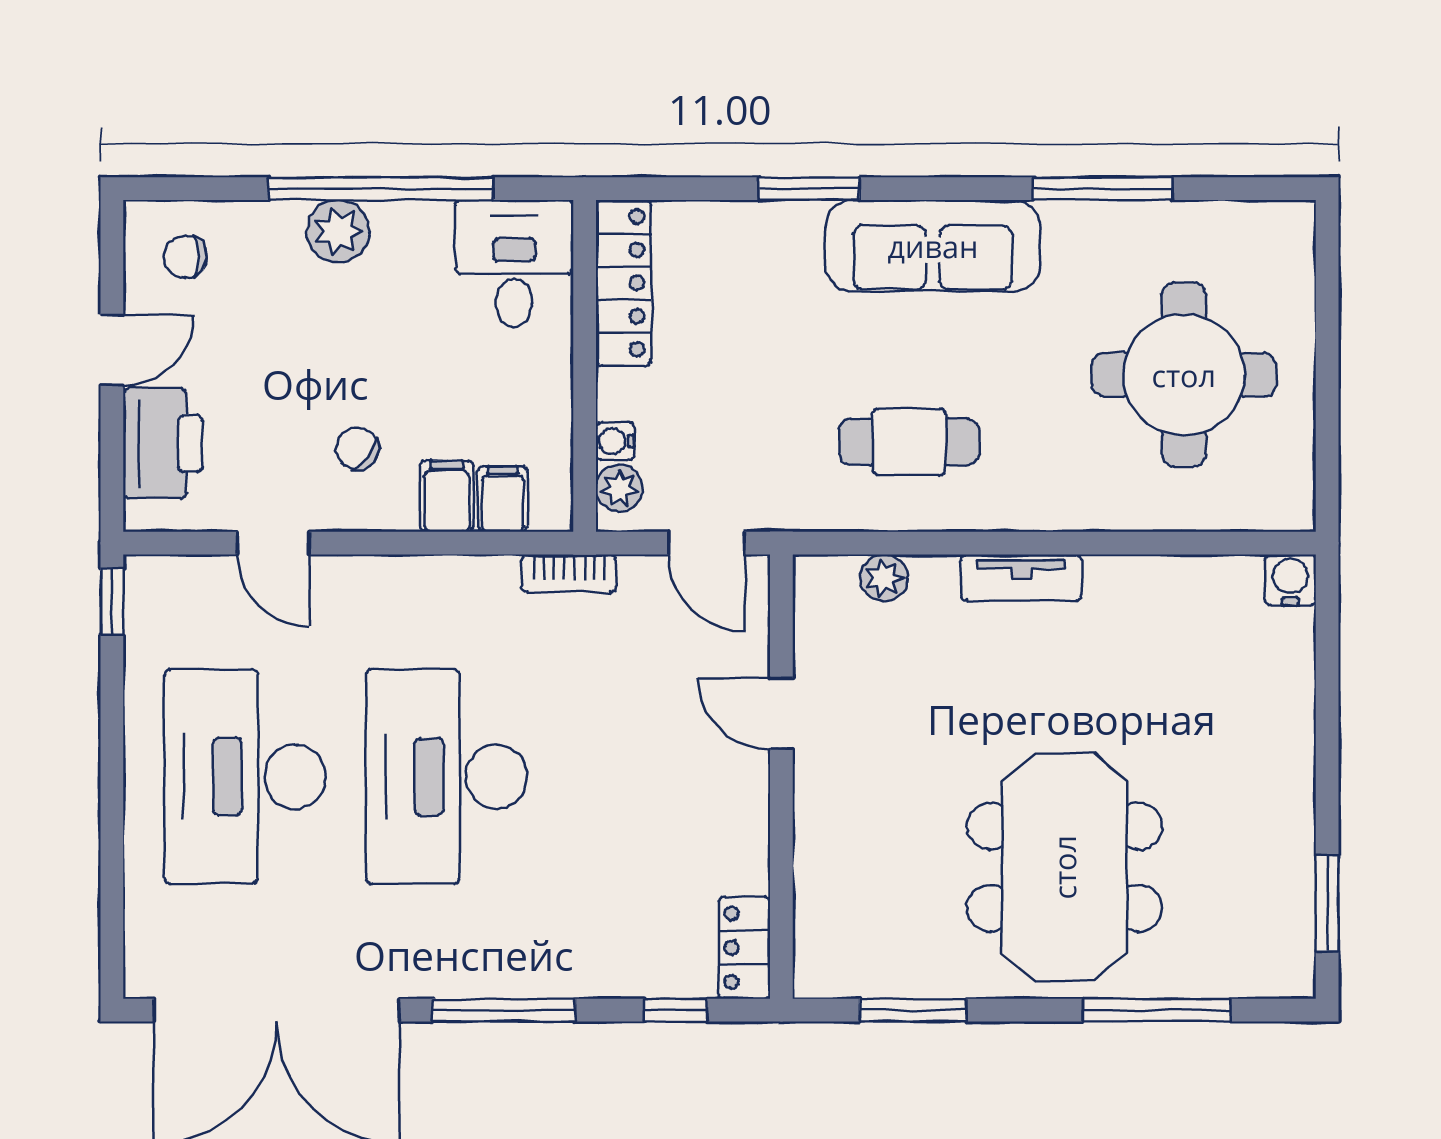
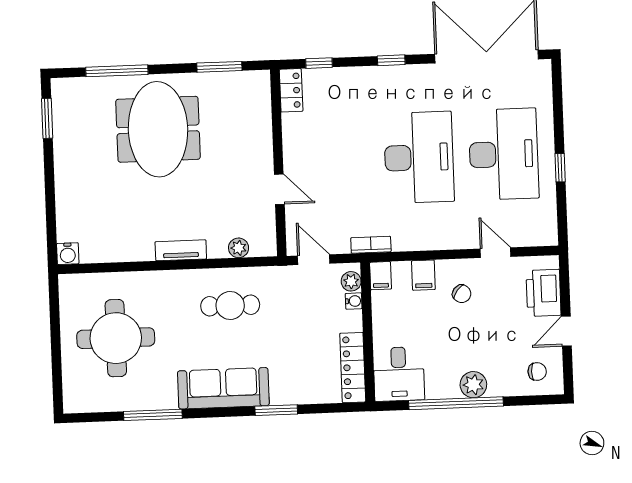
filing cabinet: (503, 499) -> (381, 276), moved
window: (112, 602) -> (560, 168), moved
window: (504, 1010) -> (391, 60), width x0.46

